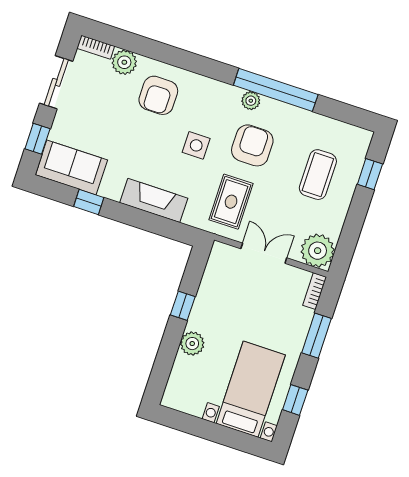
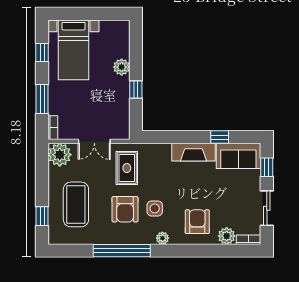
plant: (251, 101) -> (162, 238), moved
side table: (196, 145) -> (155, 208), moved
coffee table: (318, 175) -> (76, 204), width x1.36, depth x1.32
fireplace: (154, 200) -> (194, 152), moved

